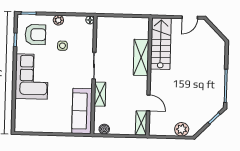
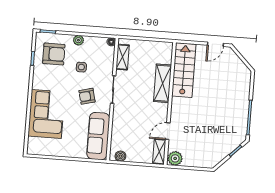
armchair: (69, 73) -> (87, 96), added
corner sofa: (32, 77) -> (46, 114), moved
shelving: (100, 94) -> (123, 57), moved
door: (148, 103) -> (168, 131), swing flipped
plant: (182, 129) -> (175, 158), moved

